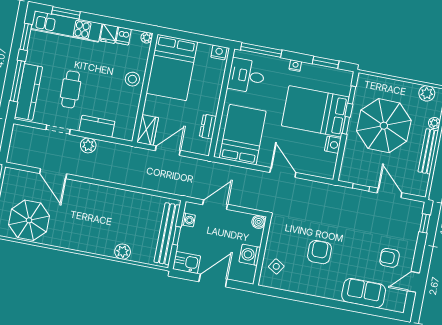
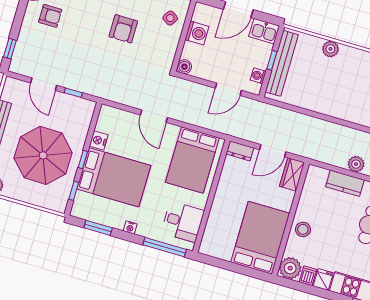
plant: (147, 38) -> (290, 268), width x1.88, depth x1.88
nightstand: (219, 52) -> (209, 249), removed
dresser: (208, 127) -> (240, 151), moved, turned 90

